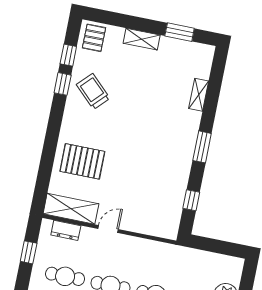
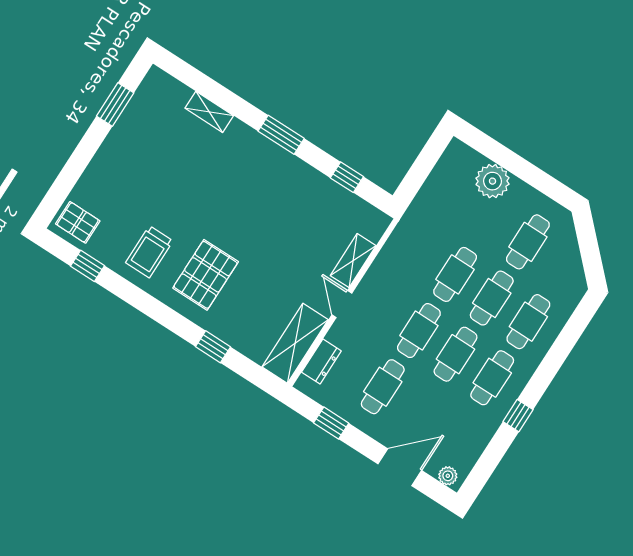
shelving: (142, 39) -> (353, 261), moved
window: (63, 84) -> (213, 347), moved
trolley: (93, 91) -> (149, 252), turned -44
pallet: (82, 161) -> (206, 275), moved

